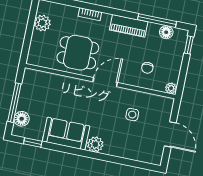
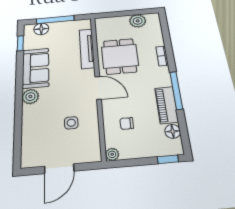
window: (157, 21) -> (176, 90), moved
piano: (129, 26) -> (166, 105), moved
tv unit: (59, 81) -> (87, 48), added

